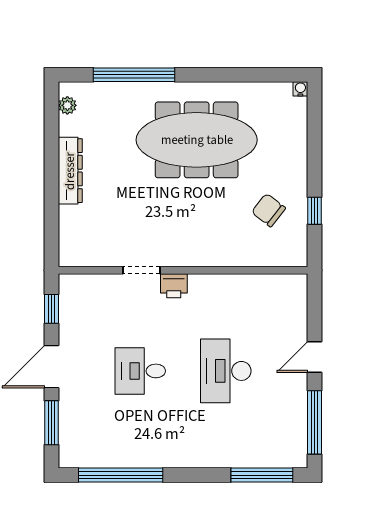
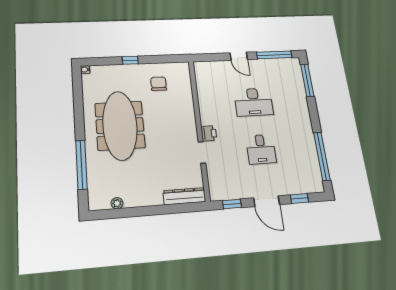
plant: (67, 105) -> (117, 203), moved
dresser: (70, 171) -> (184, 196), moved
chair: (269, 210) -> (158, 84), turned 142
window: (314, 211) -> (130, 60), moved
window: (51, 423) -> (299, 198), width x0.67

